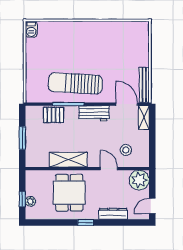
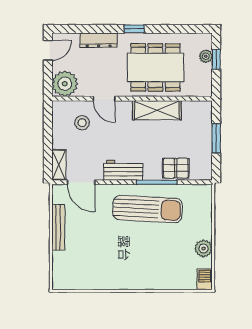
plant: (32, 53) -> (204, 248), added
bench: (144, 85) -> (58, 227), moved
dining table: (69, 193) -> (155, 67), width x1.38

